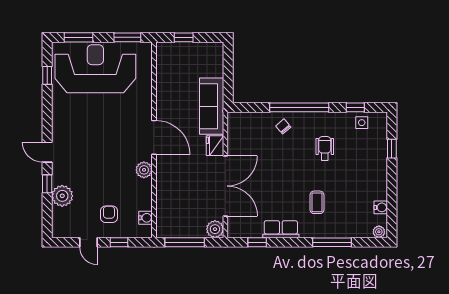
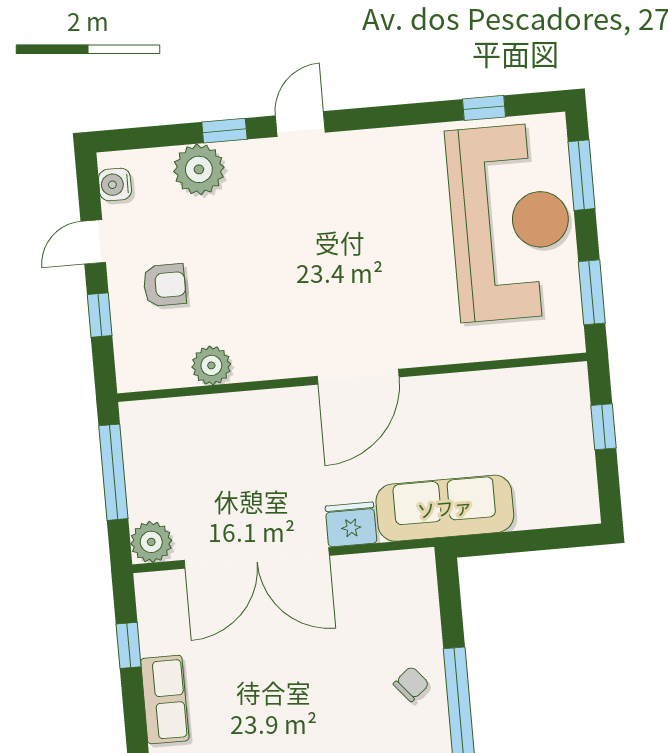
plant: (144, 170) -> (211, 365), moved
water cooler: (146, 218) -> (115, 185), moved, turned 90

